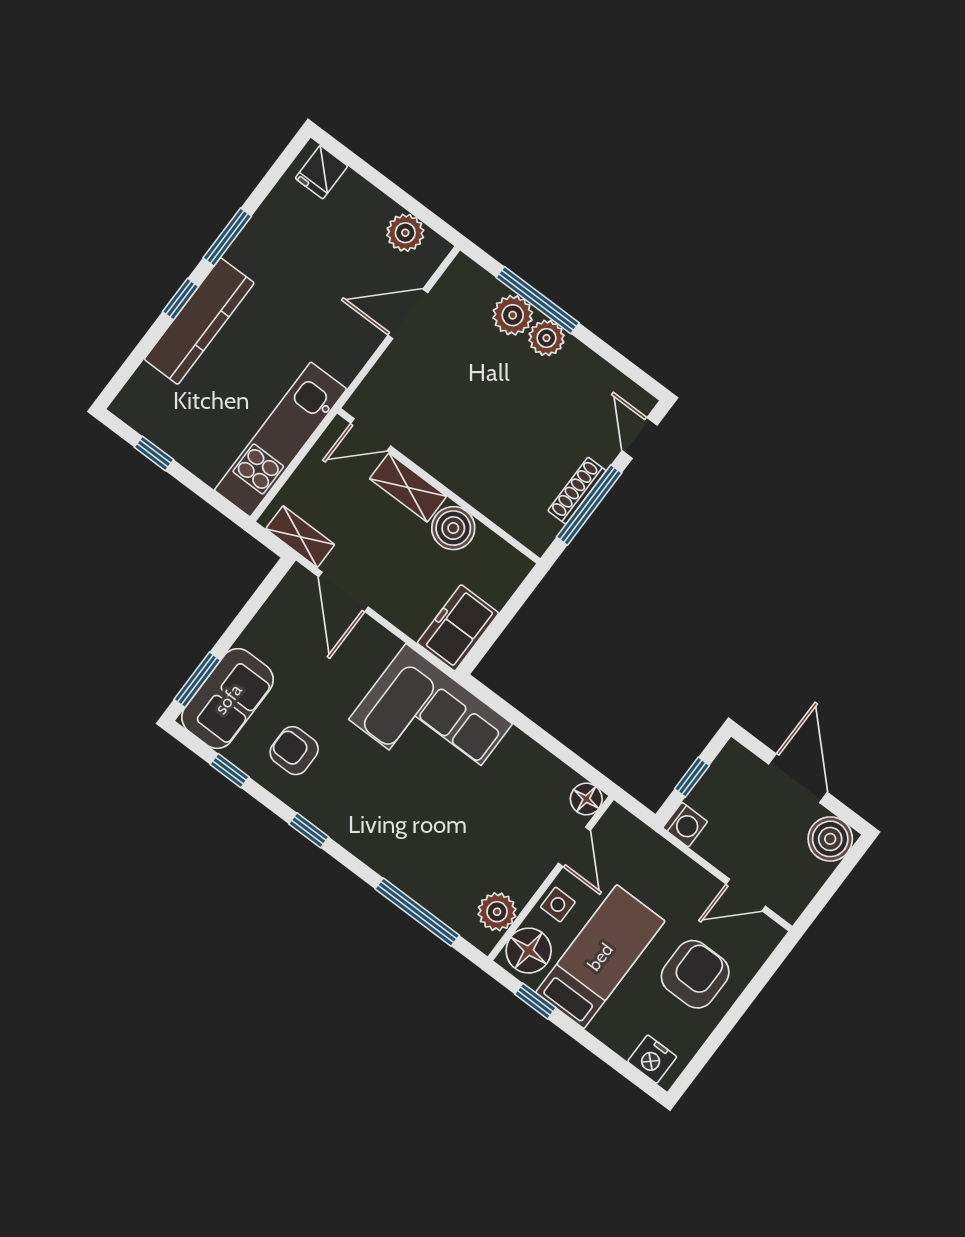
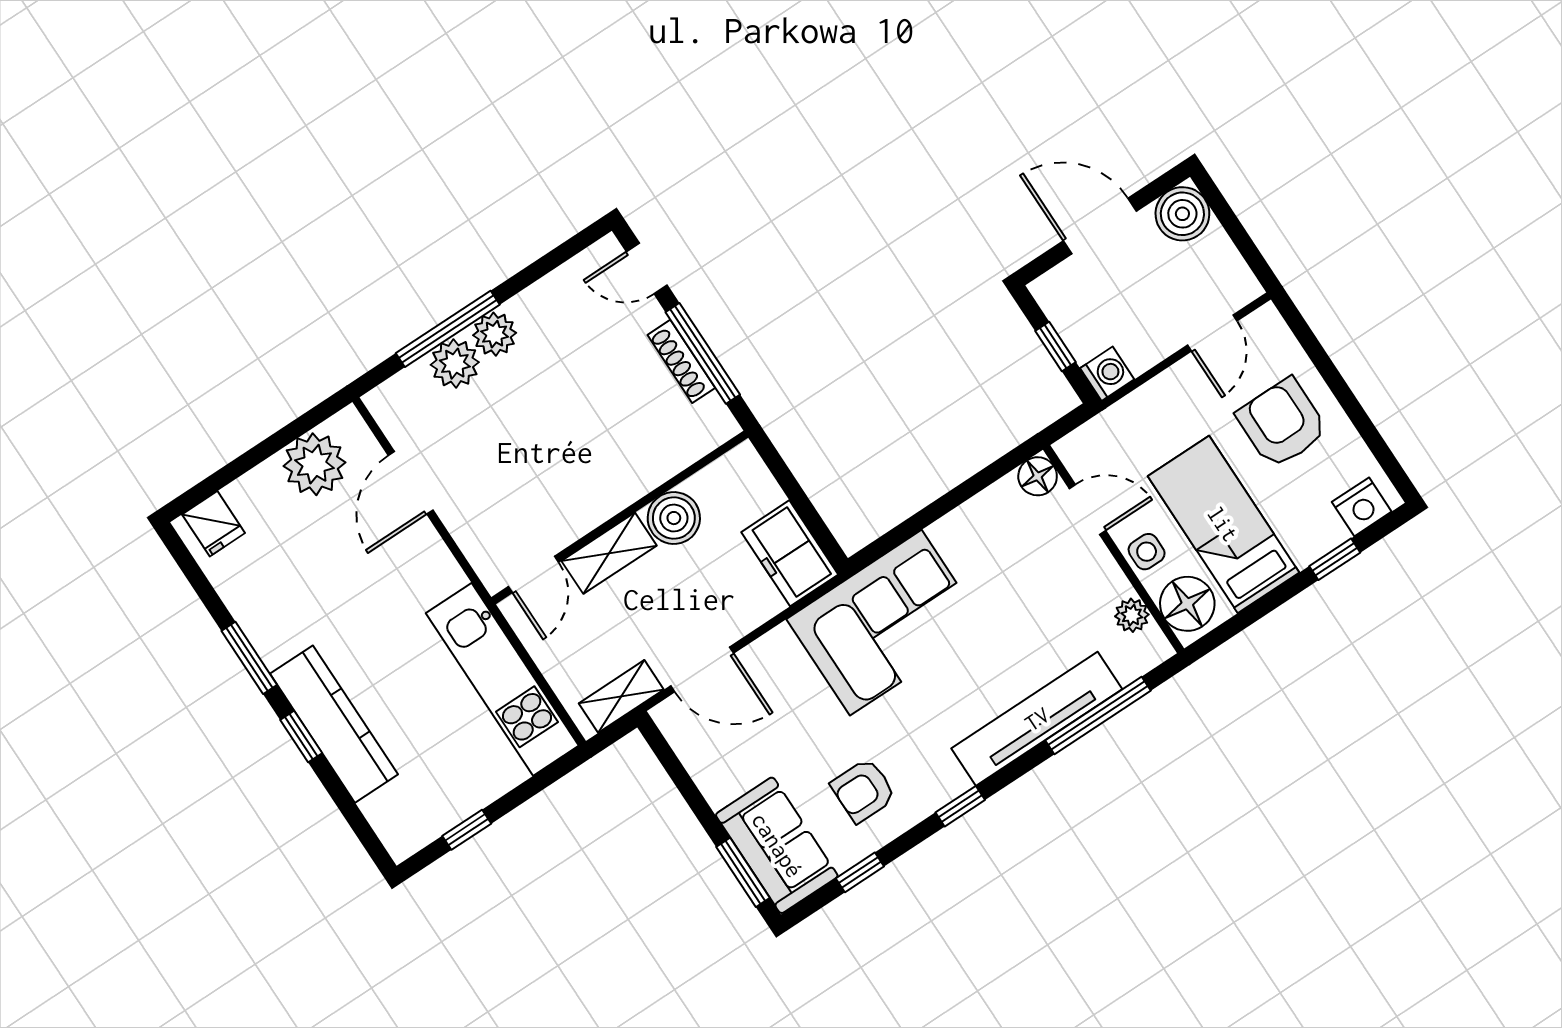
plant: (405, 233) -> (314, 464), width x1.36, depth x1.36
tv unit: (398, 865) -> (1037, 719), added
plant: (497, 912) -> (1132, 615), width x0.73, depth x0.73
window: (535, 1001) -> (1335, 559), moved

